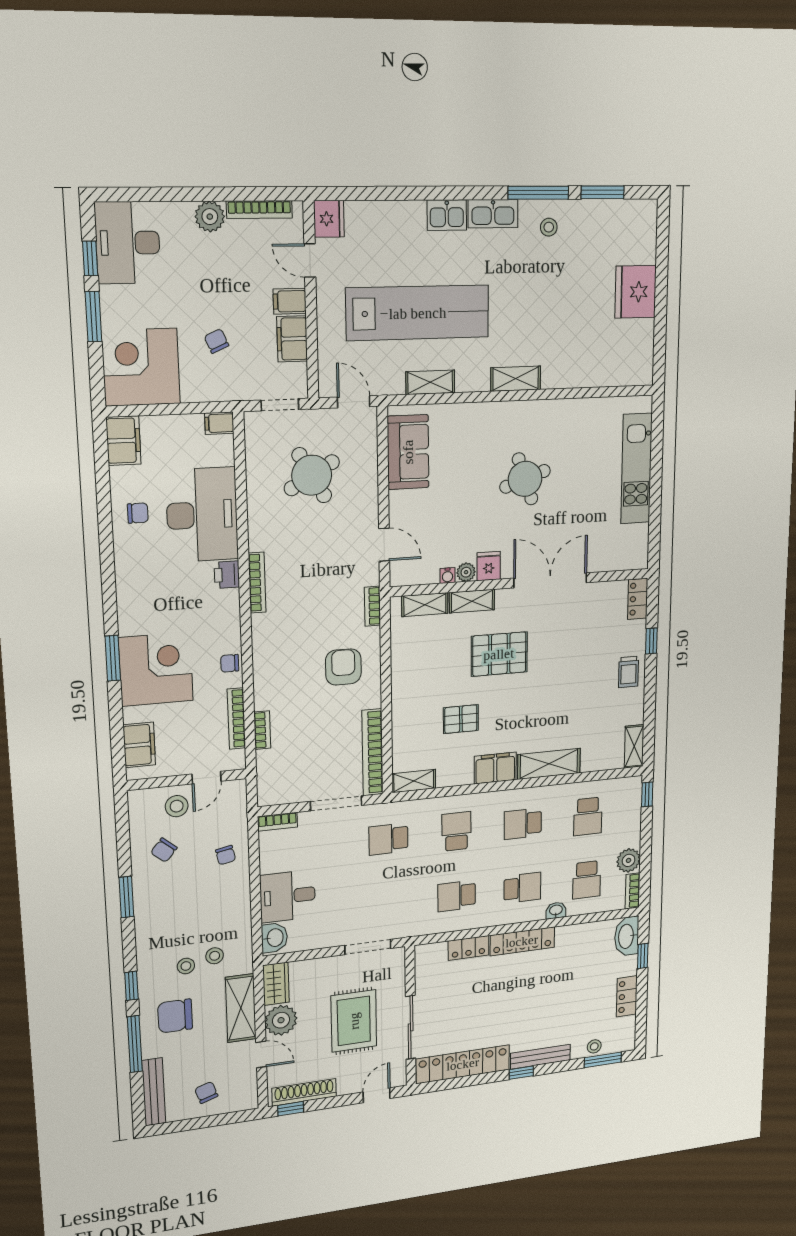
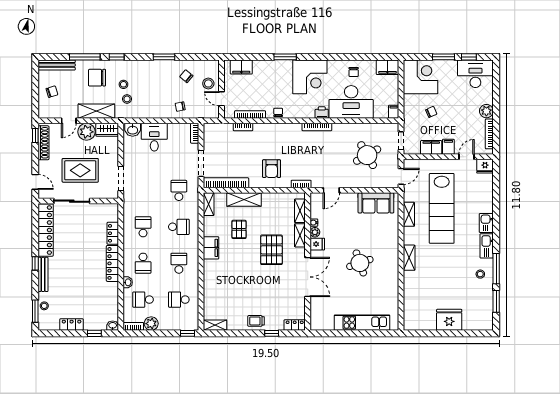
armchair: (343, 667) -> (272, 169), turned 90
corner desk: (156, 669) -> (310, 77), moved
shelving: (549, 764) -> (244, 200), moved, turned 90
washbasin: (627, 936) -> (113, 326), width x0.52, depth x0.69
chair: (175, 1016) -> (97, 78), turned -90

